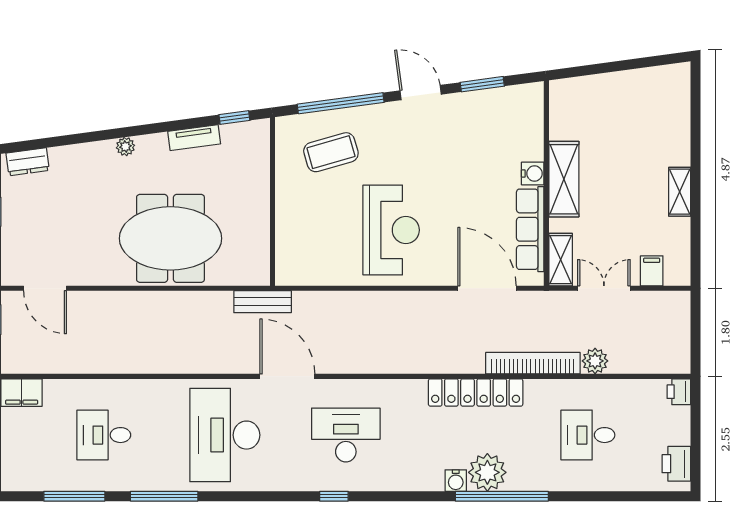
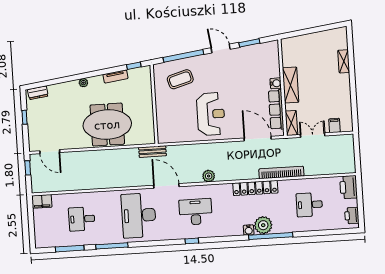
shelving: (680, 192) -> (344, 61), moved
plant: (595, 361) -> (209, 176), moved
printer: (679, 392) -> (349, 187), width x1.87, depth x1.48

